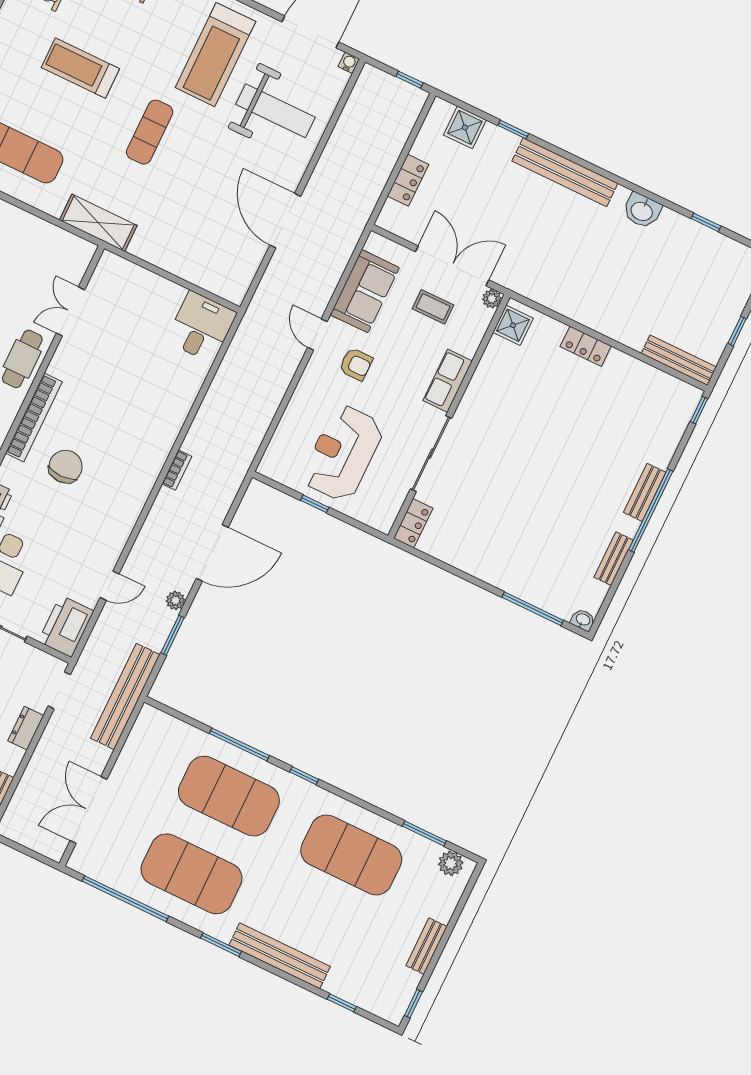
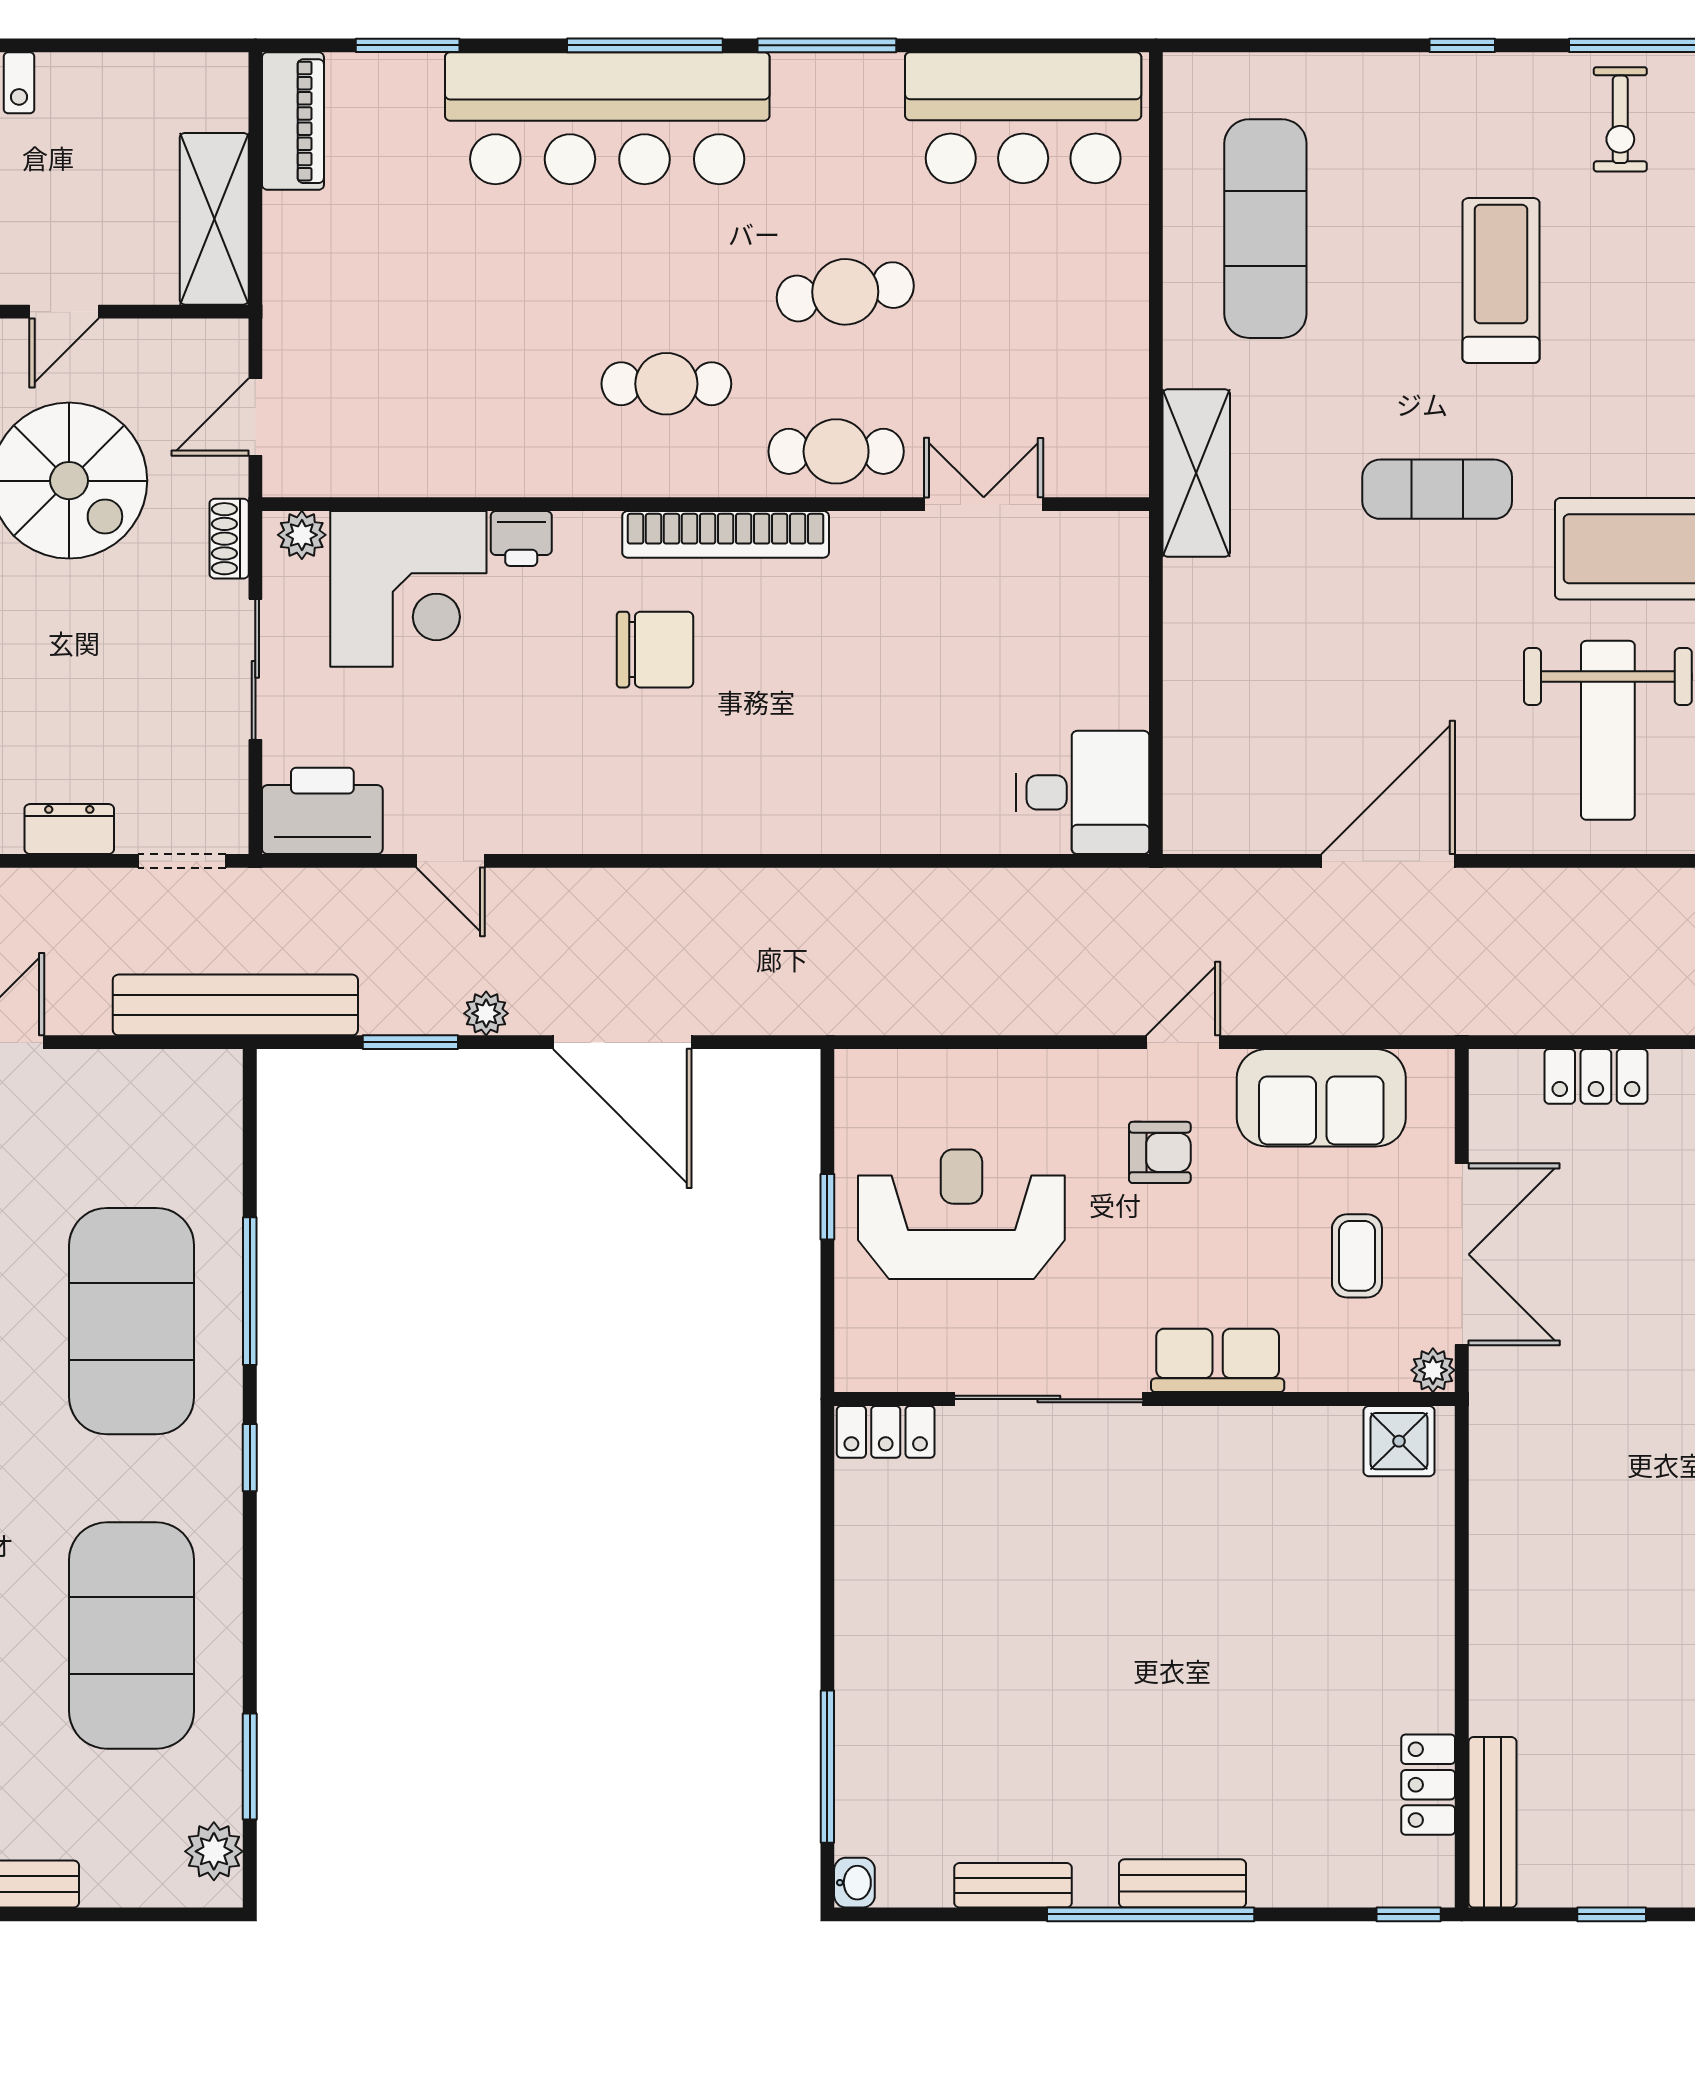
locker: (586, 346) -> (1428, 1785), moved
armchair: (356, 364) -> (1160, 1152), turned -90
bookcase: (177, 470) -> (759, 885), removed

